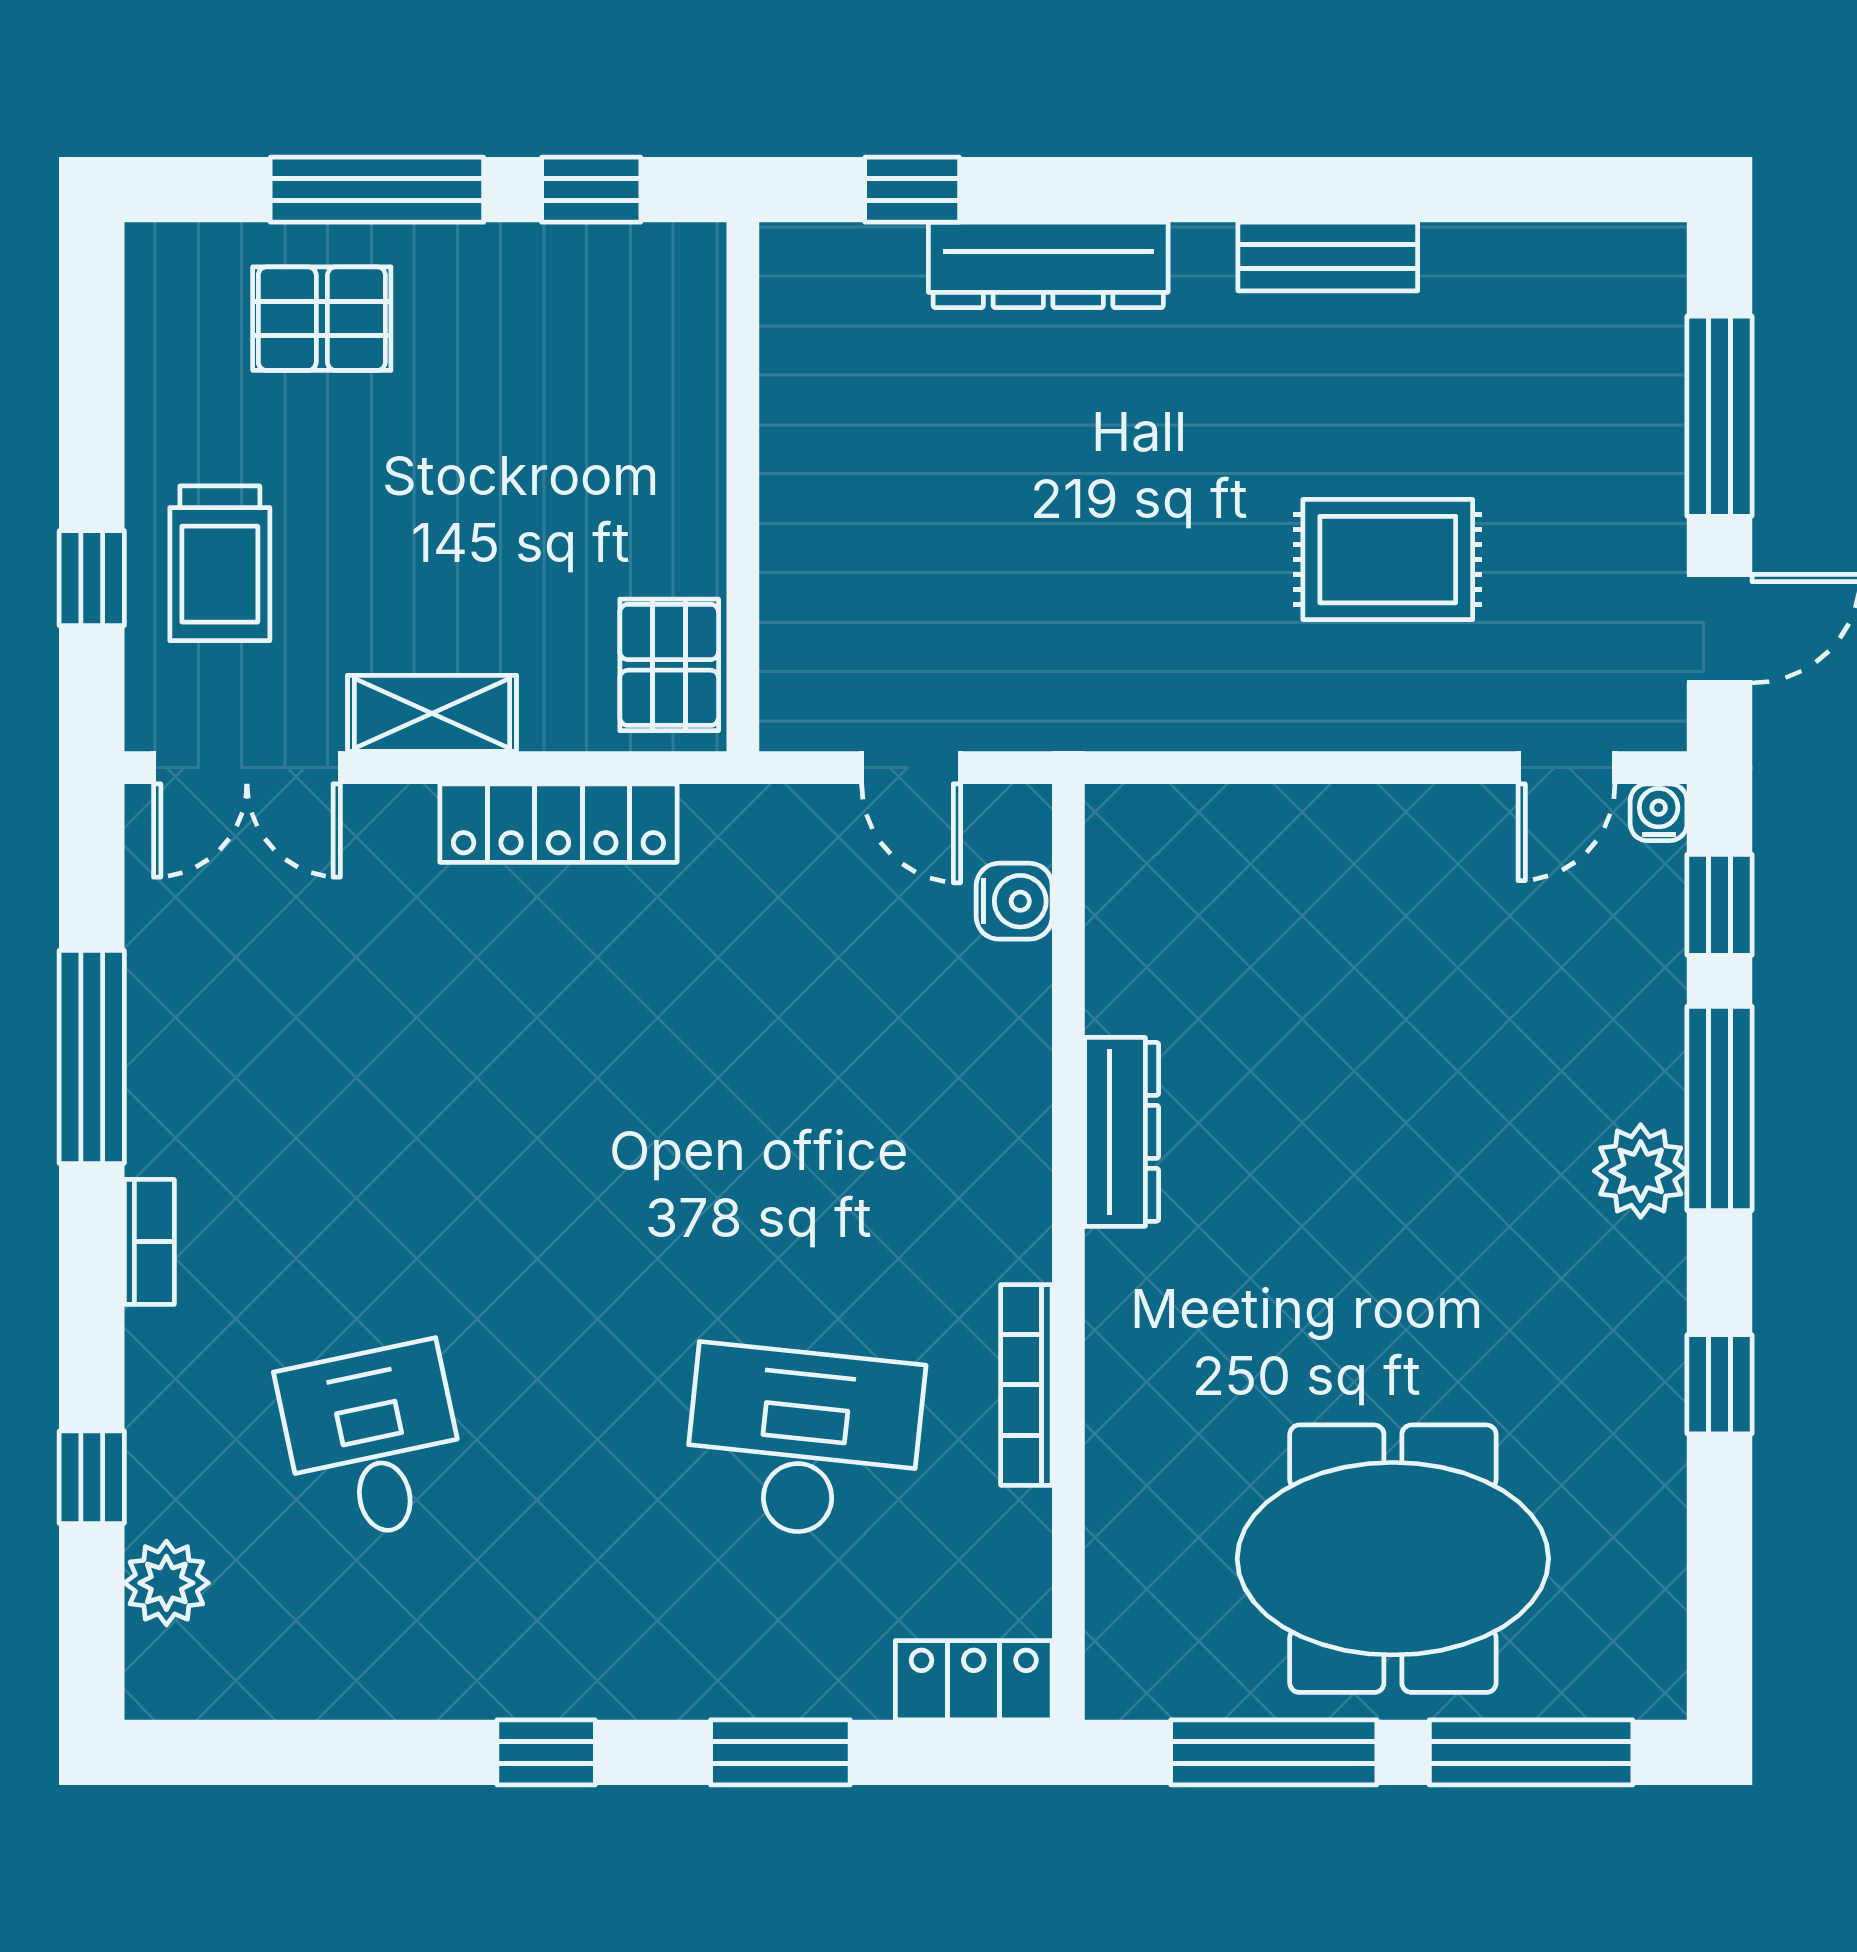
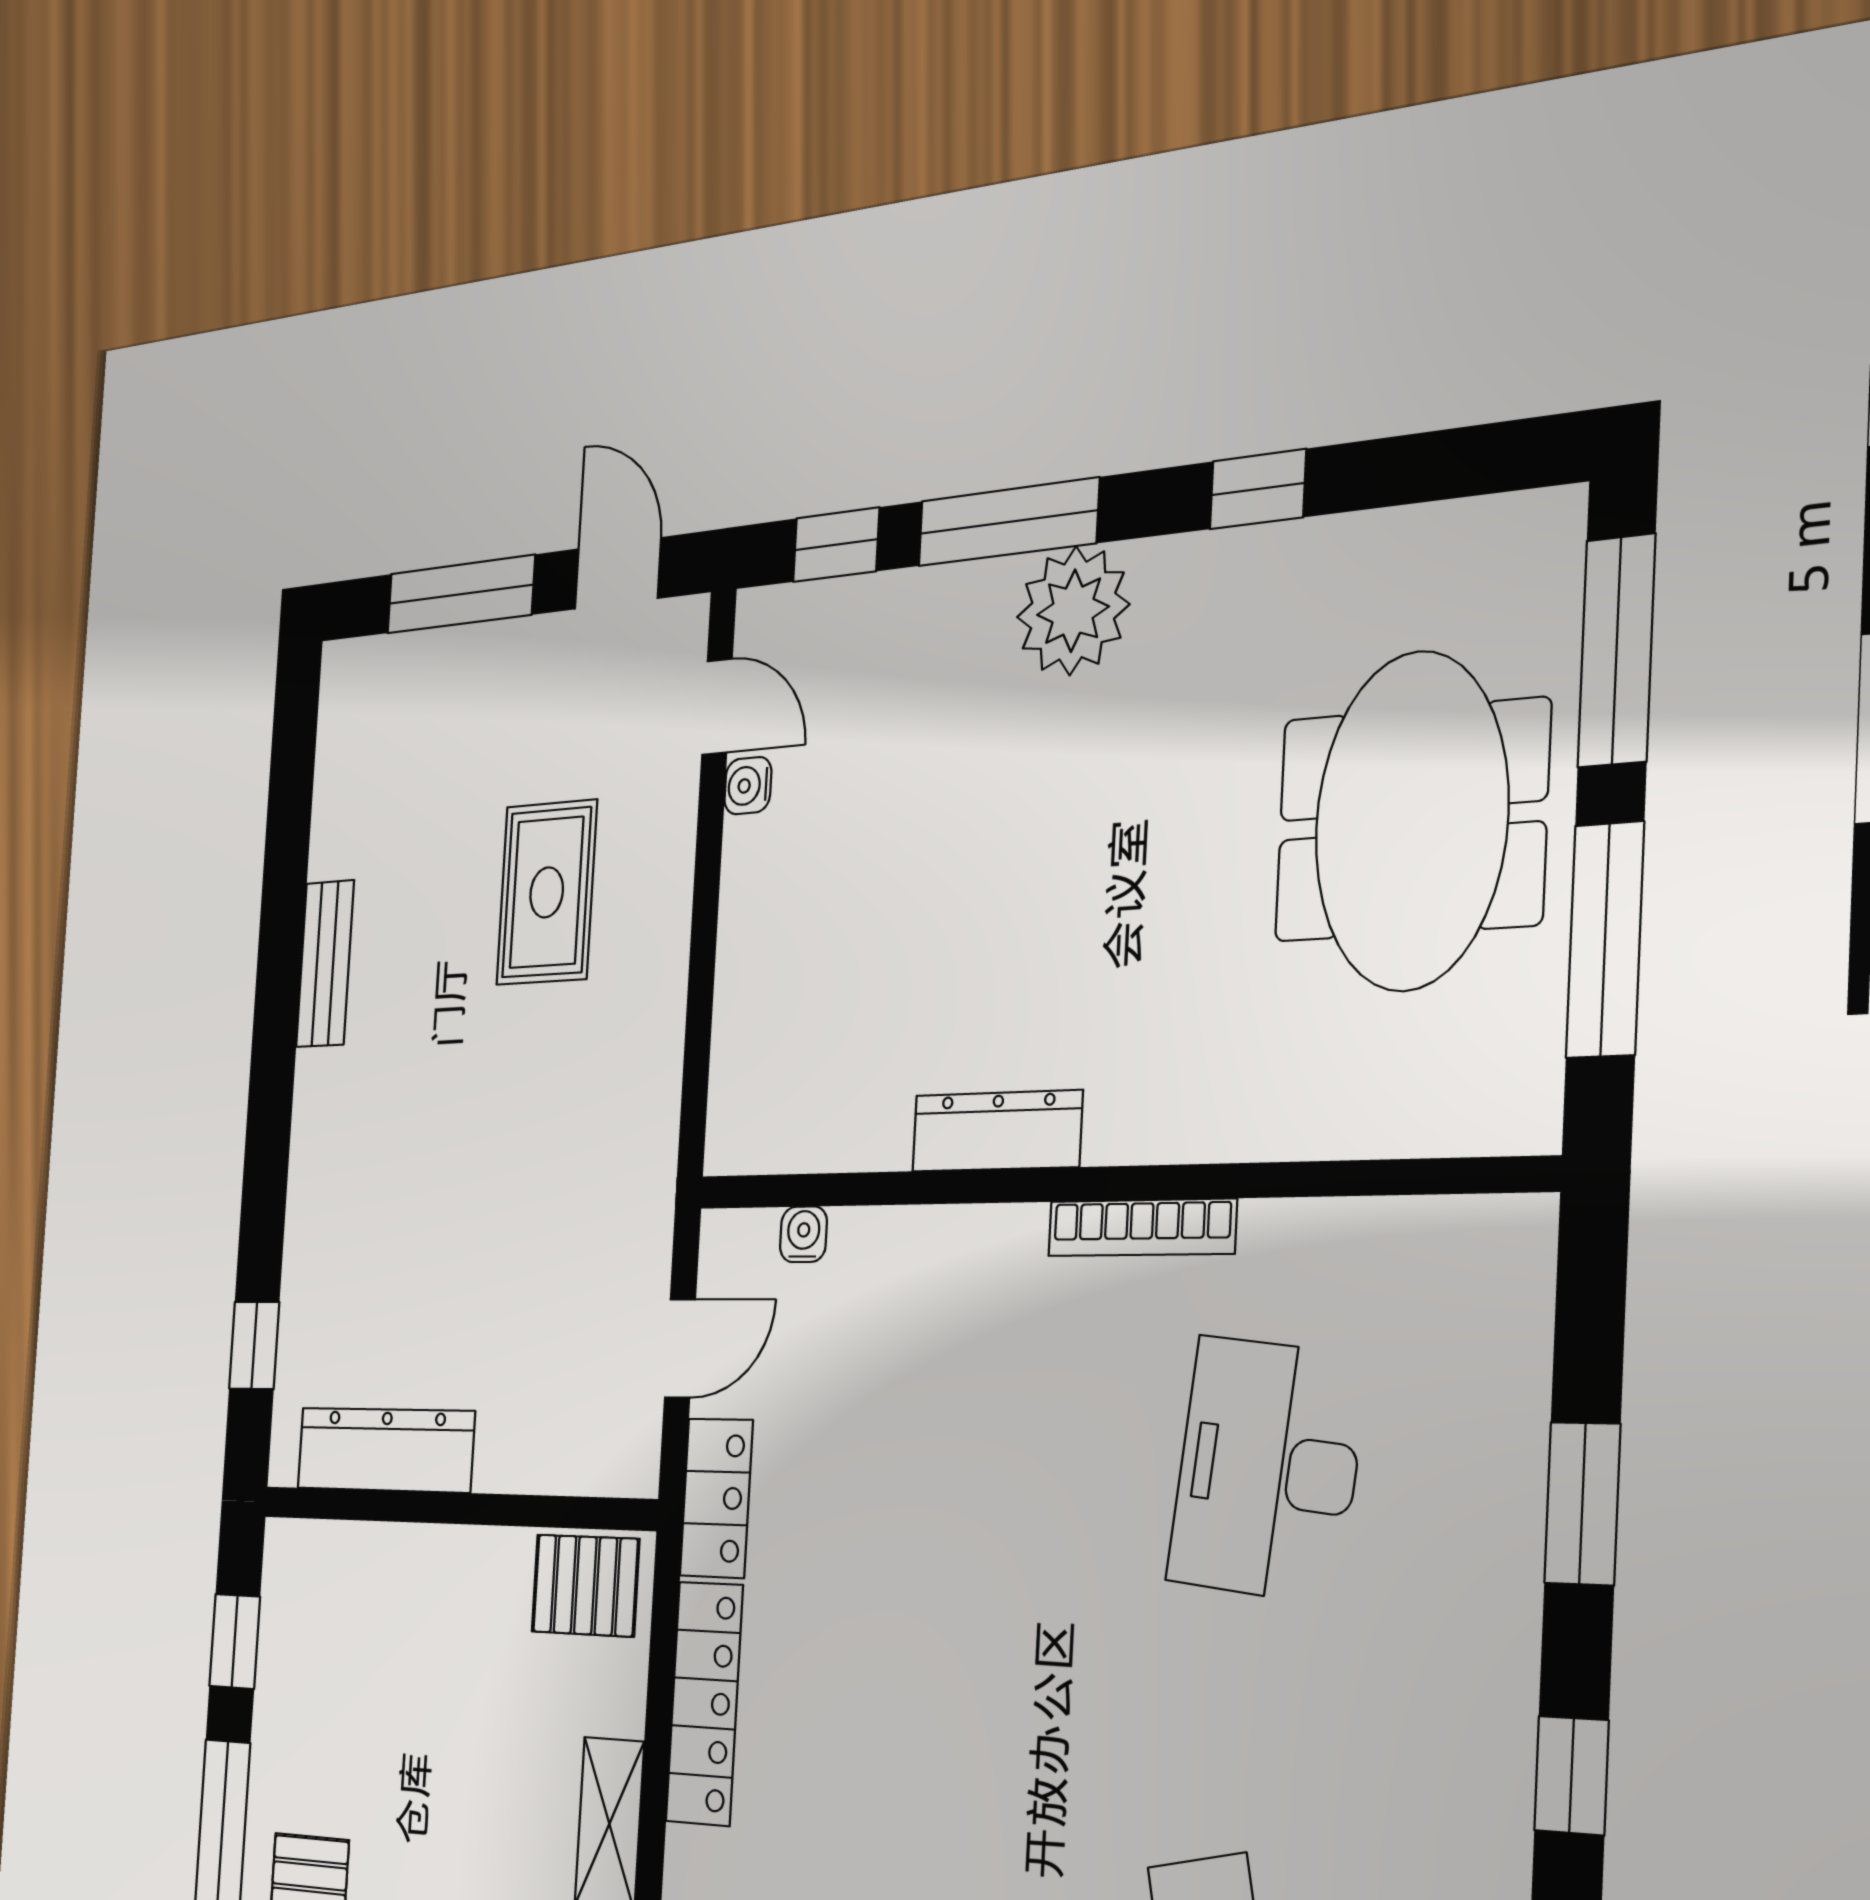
dresser: (1048, 265) -> (385, 1450), moved, turned -90
water cooler: (1659, 812) -> (748, 786), moved
water cooler: (1014, 901) -> (803, 1234), width x0.72, depth x0.72
plant: (1641, 1171) -> (1073, 611), width x1.36, depth x1.36
bookcase: (1026, 1385) -> (1142, 1227), moved
locker: (974, 1680) -> (716, 1498), moved, turned 180

